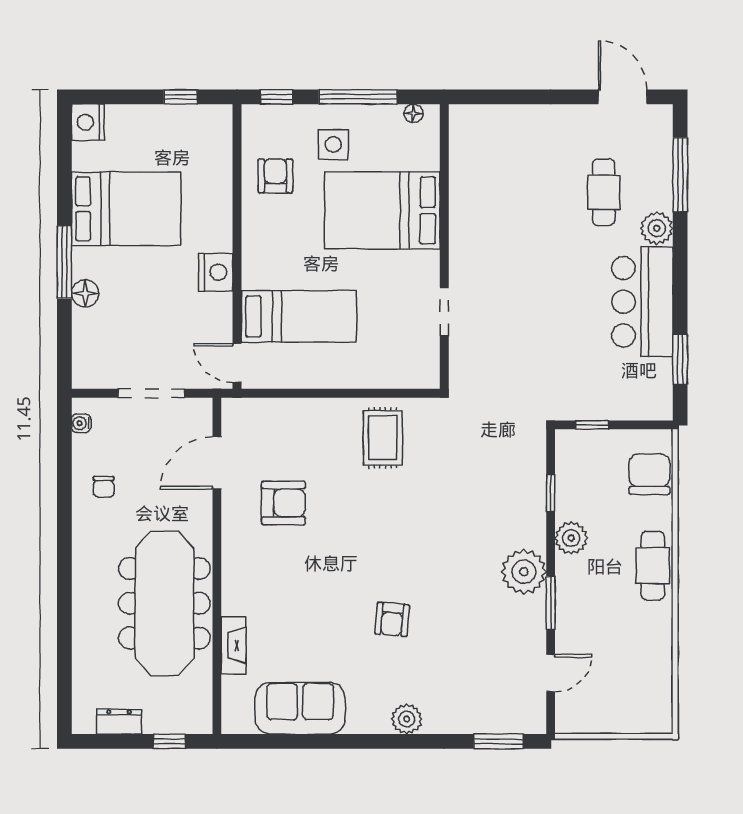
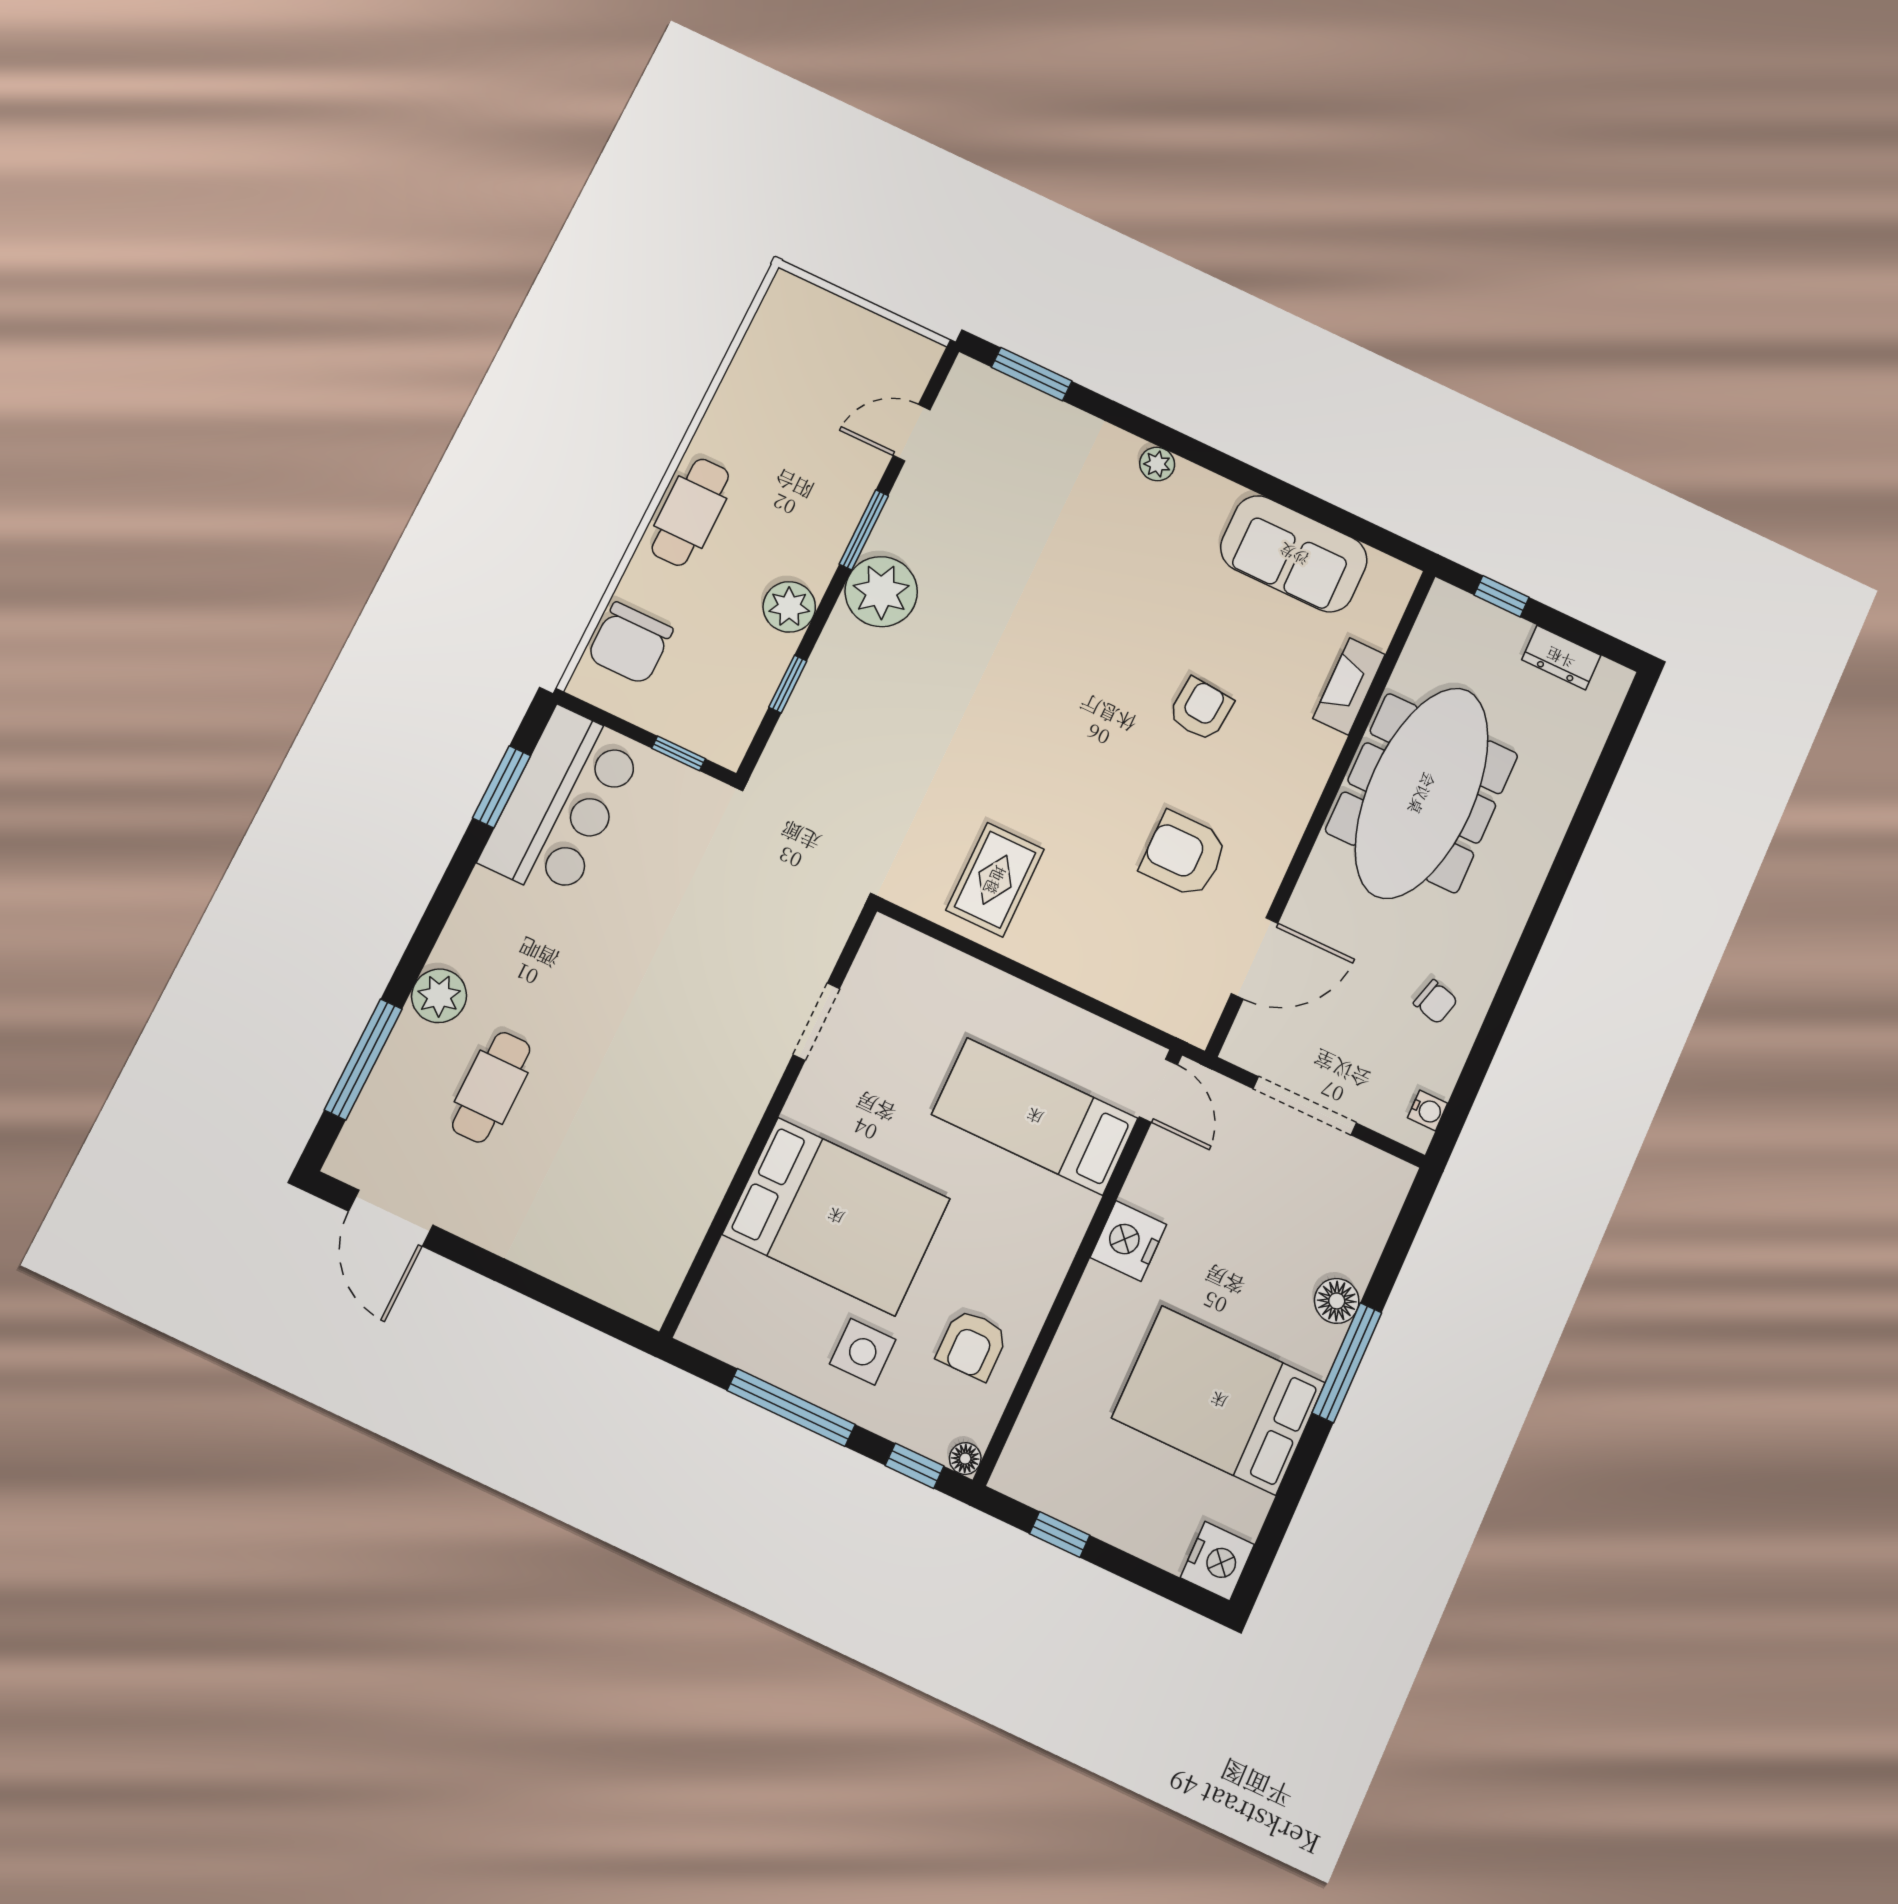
floor lamp: (413, 113) -> (965, 1459), moved
bar counter: (642, 302) -> (562, 804), moved
chair: (104, 487) -> (1436, 1002), turned 106
armchair: (392, 619) -> (1201, 709), moved
plant: (407, 719) -> (1157, 464), width x0.73, depth x0.73

